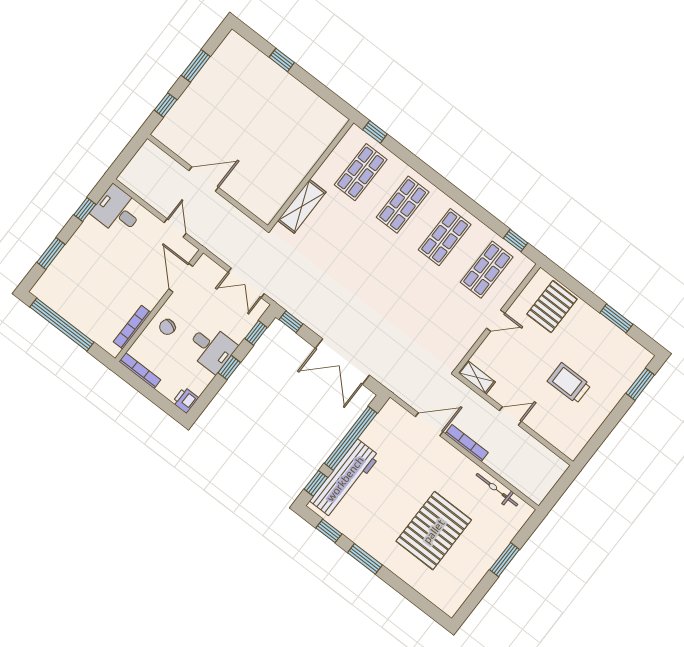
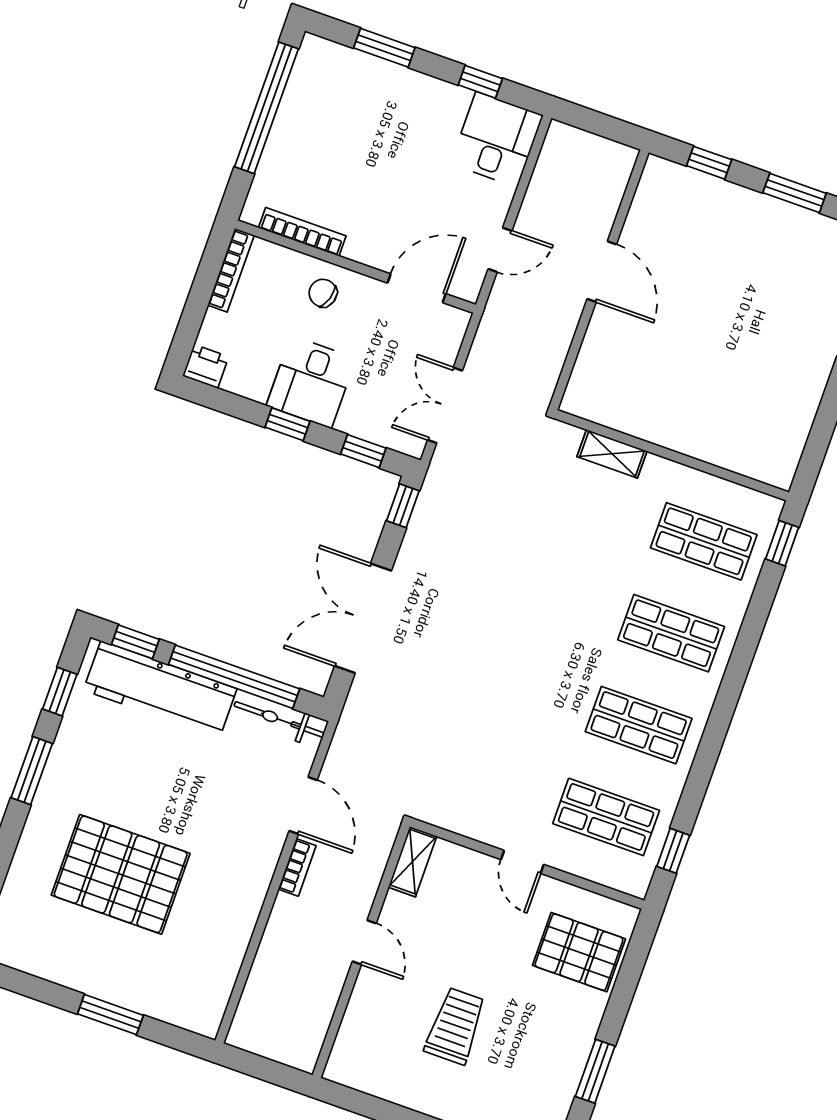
shelving: (302, 206) -> (612, 454), width x0.67, depth x0.75
bookcase: (467, 443) -> (297, 867), width x0.64
bicycle: (497, 490) -> (279, 719), moved, turned -90

